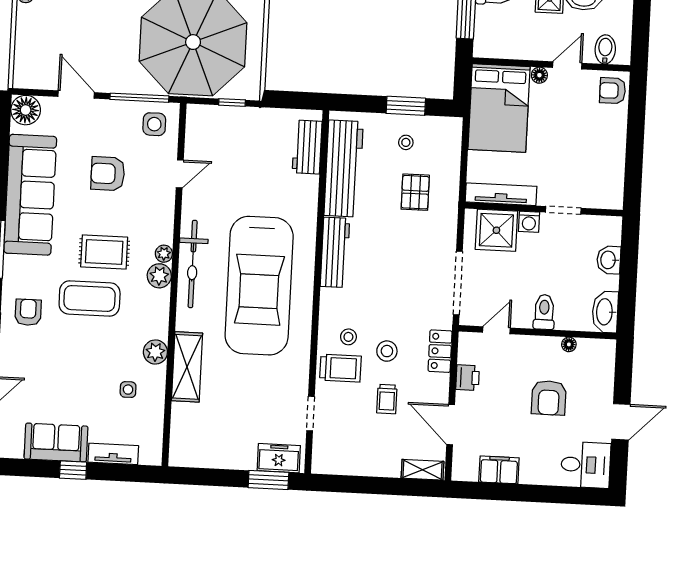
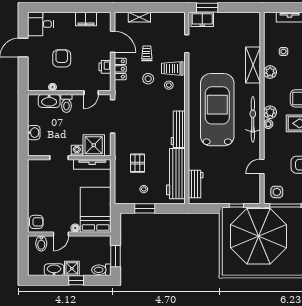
washbasin: (605, 312) -> (49, 101), moved, turned 90
locker: (440, 351) -> (120, 69), moved
shelving: (423, 470) -> (139, 17), moved

